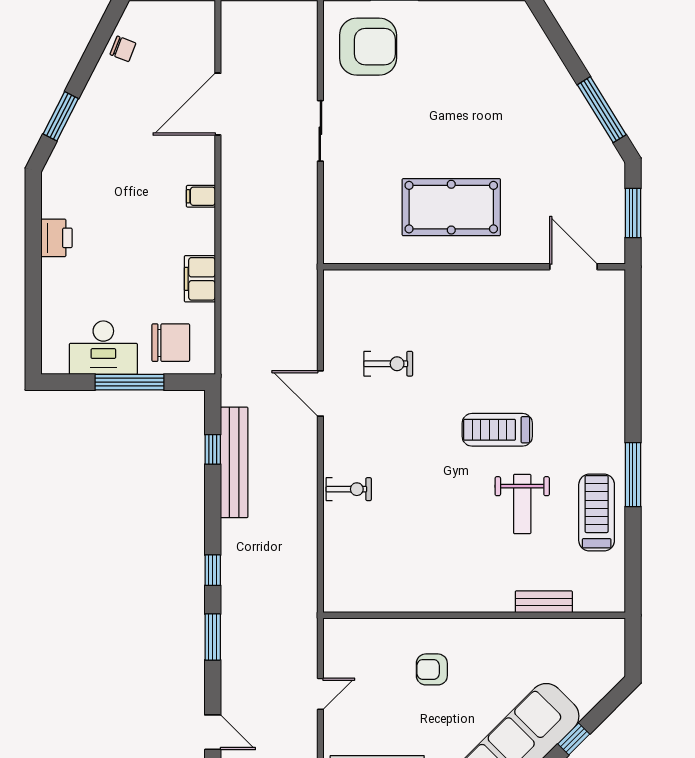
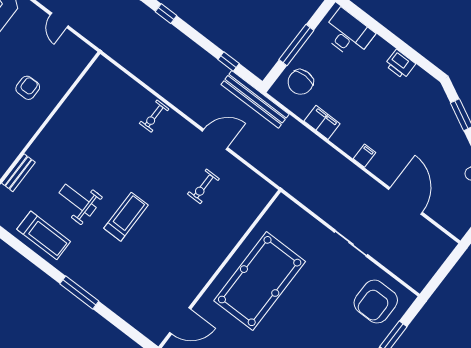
pool table: (451, 207) -> (260, 281), width x1.36, depth x1.32
desk: (103, 348) -> (348, 34), moved, turned 90
bench: (234, 462) -> (255, 99), moved
window: (633, 475) -> (79, 292), moved

